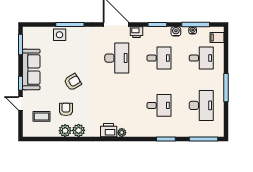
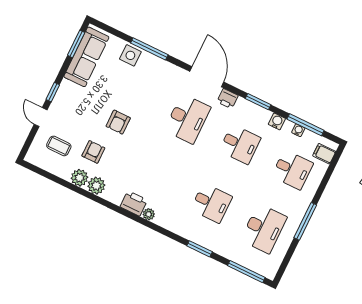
sofa: (31, 69) -> (86, 57), moved
armchair: (73, 82) -> (118, 122), turned 121

